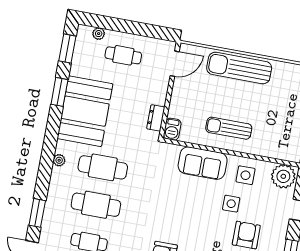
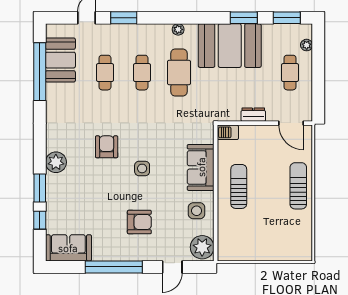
sun lounger: (239, 68) -> (298, 186), width x0.73, depth x0.75
dresser: (156, 118) -> (253, 115), moved
side table: (231, 204) -> (142, 168), moved
cafe table: (96, 205) -> (142, 73), width x0.73, depth x0.74

